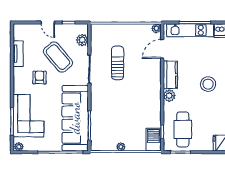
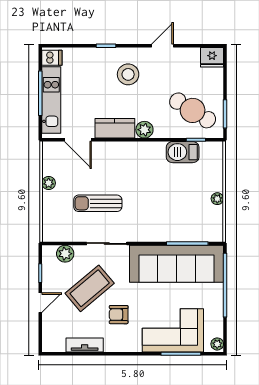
plant: (156, 28) -> (49, 183), moved
cafe table: (183, 129) -> (193, 110), turned 32
barbecue: (154, 140) -> (183, 152), moved

